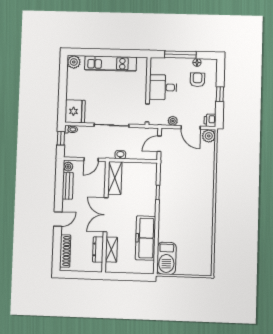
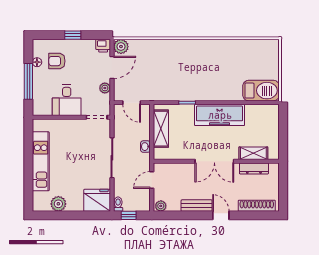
plant: (74, 62) -> (58, 204), moved
door: (91, 159) -> (152, 180), swing flipped
shelving: (115, 178) -> (161, 129), moved, turned 90
bench: (68, 186) -> (197, 206), moved
freezer: (146, 238) -> (220, 115), moved

